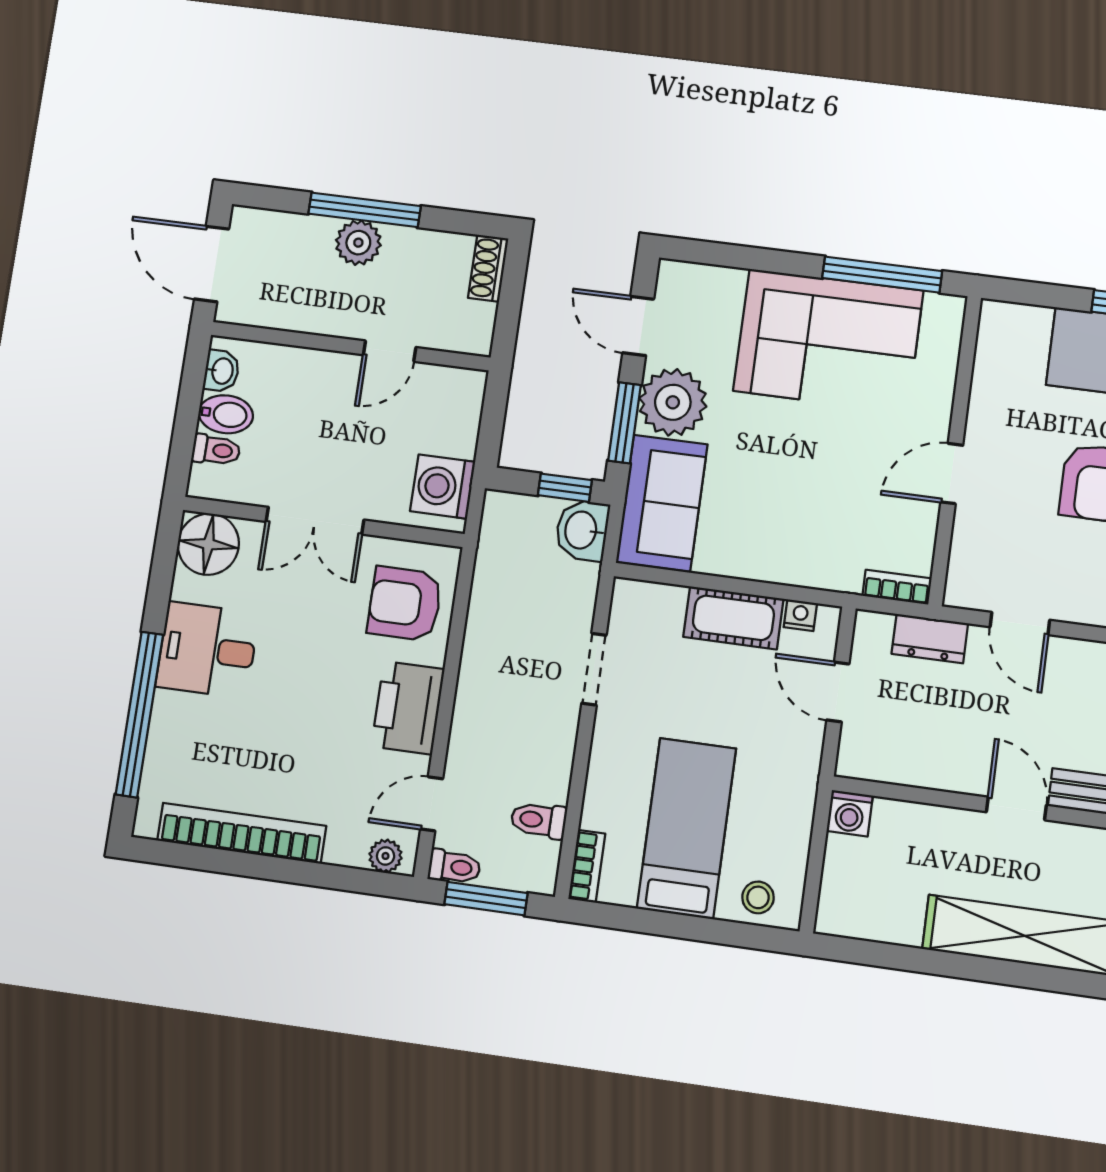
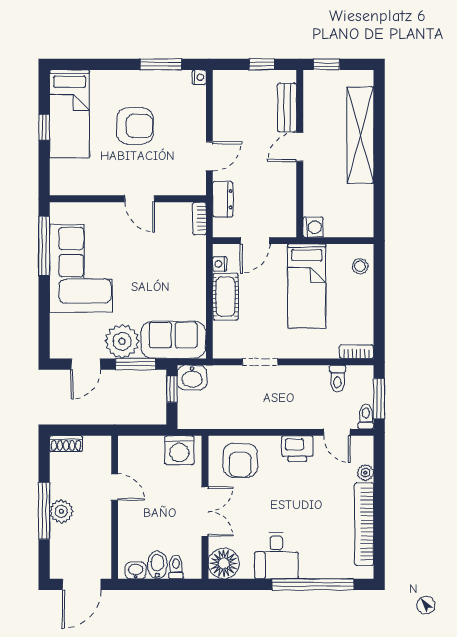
printer: (408, 708) -> (297, 449), width x0.73, depth x0.84
bed: (687, 828) -> (307, 286), moved, turned -90
plant: (386, 856) -> (365, 473), moved

